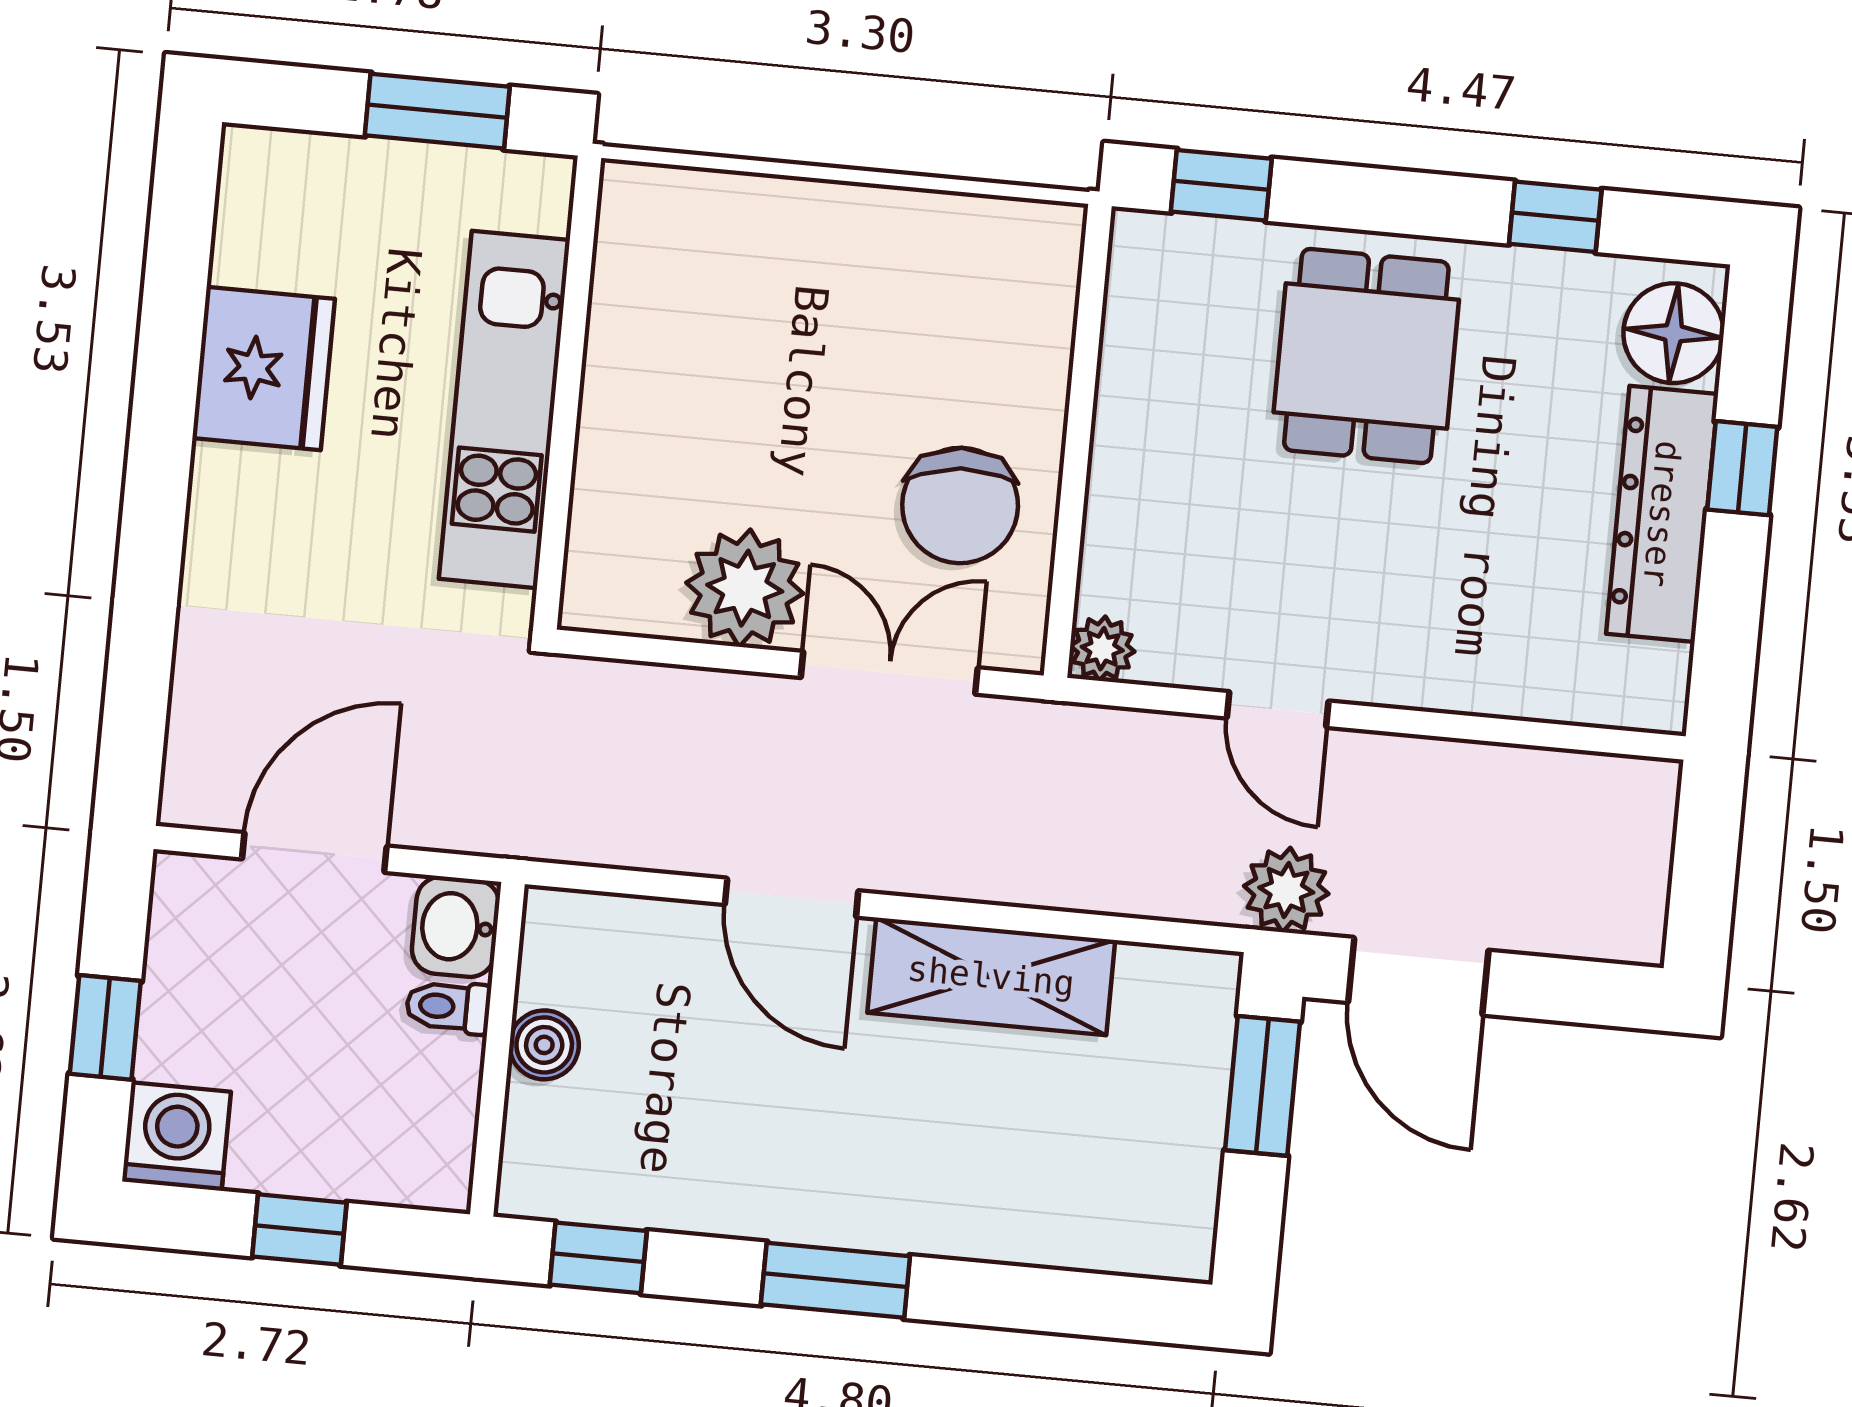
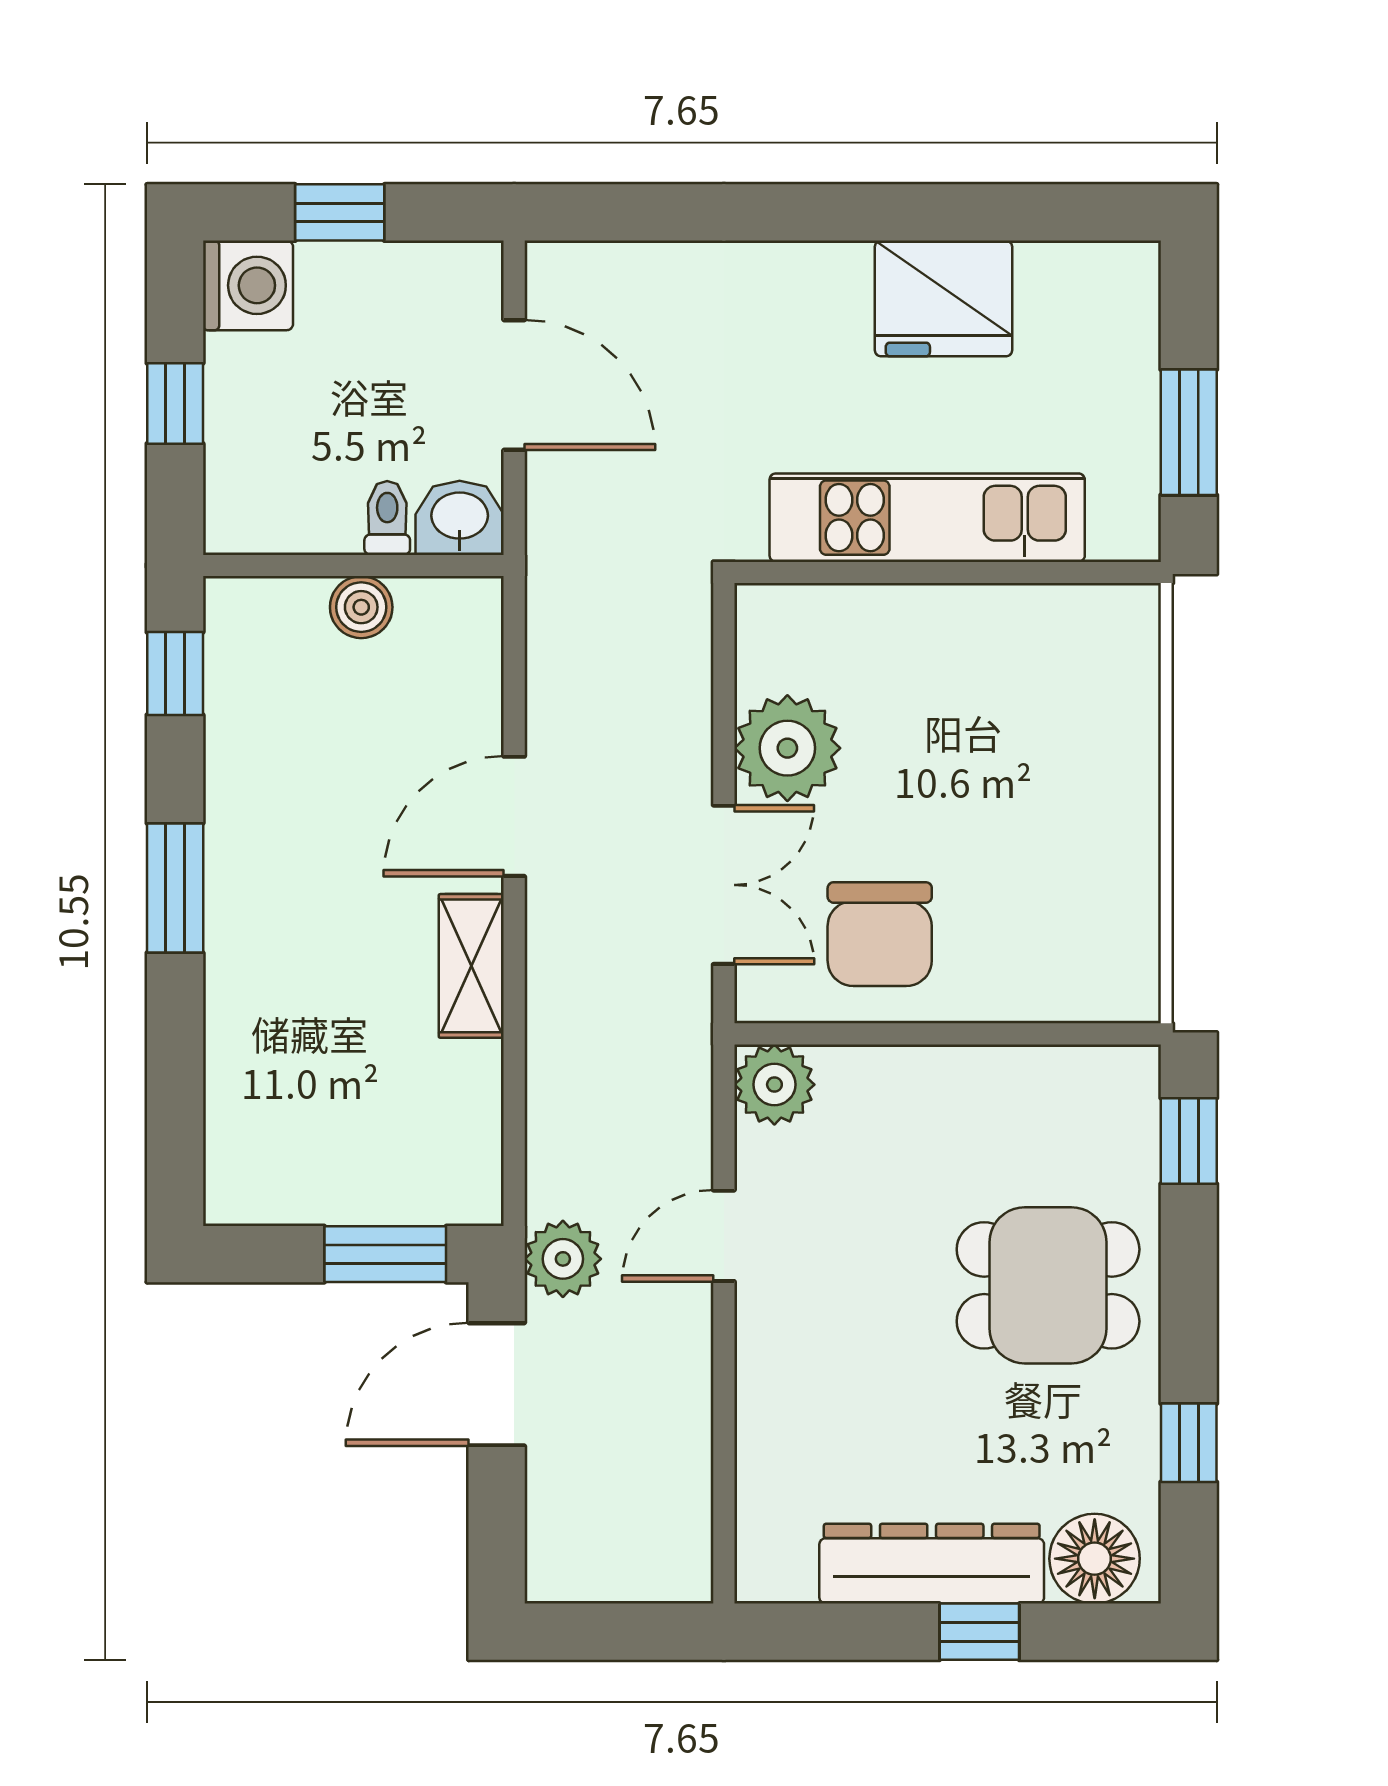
chair: (960, 505) -> (880, 934), turned -86
plant: (1102, 649) -> (774, 1085), width x1.38, depth x1.38
shelving: (991, 976) -> (471, 966), width x0.67, depth x0.75

